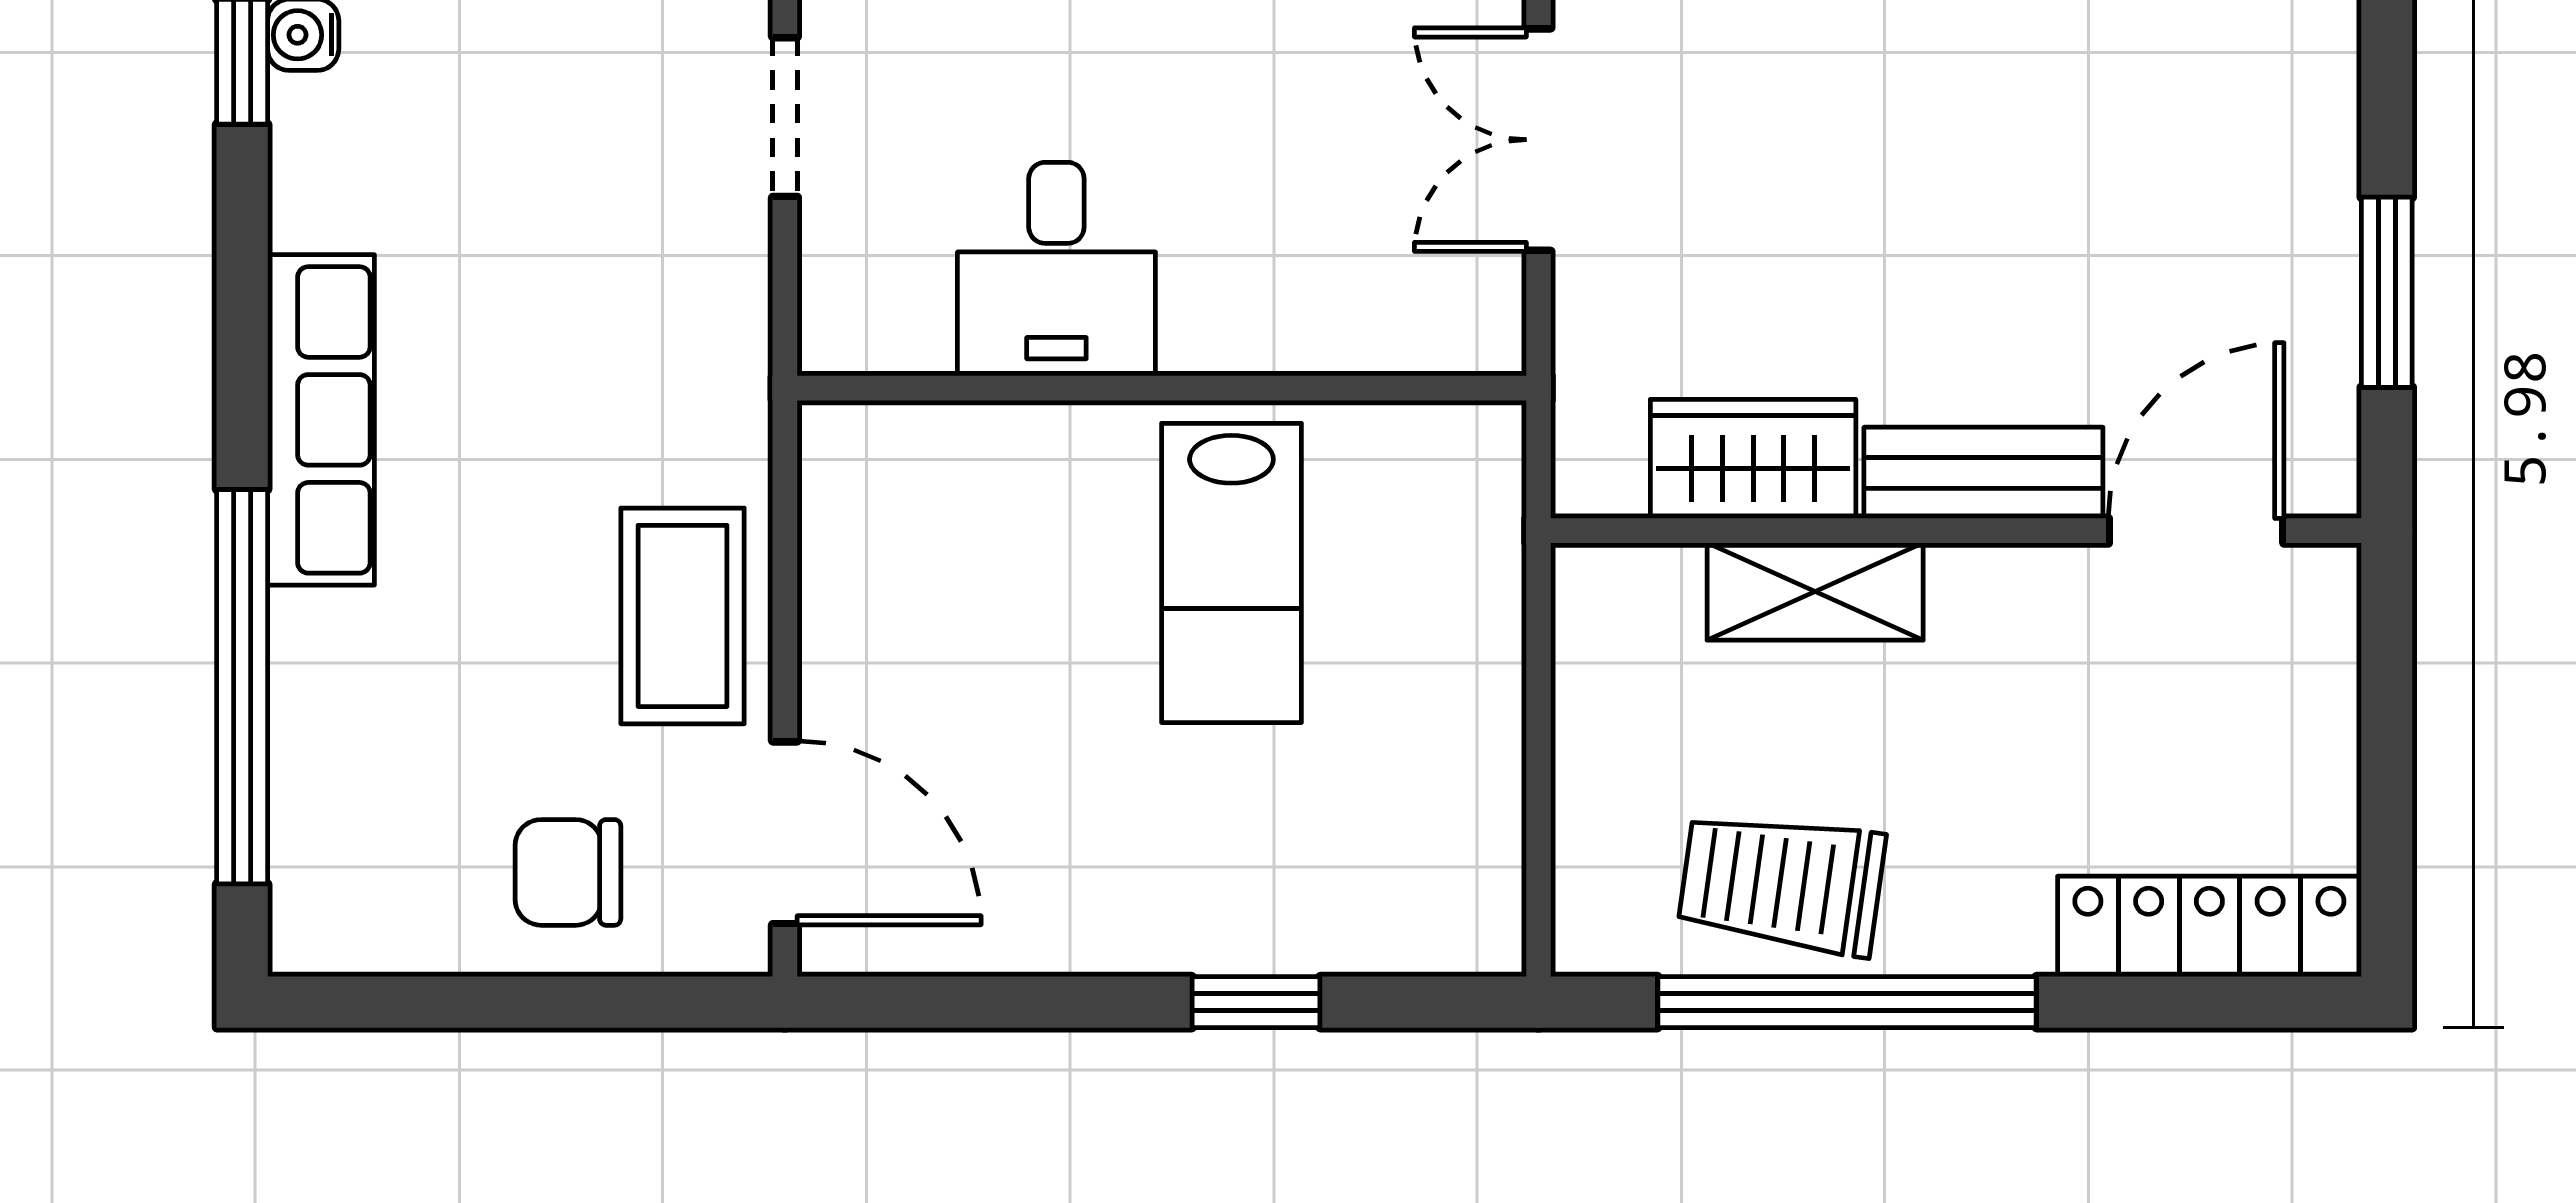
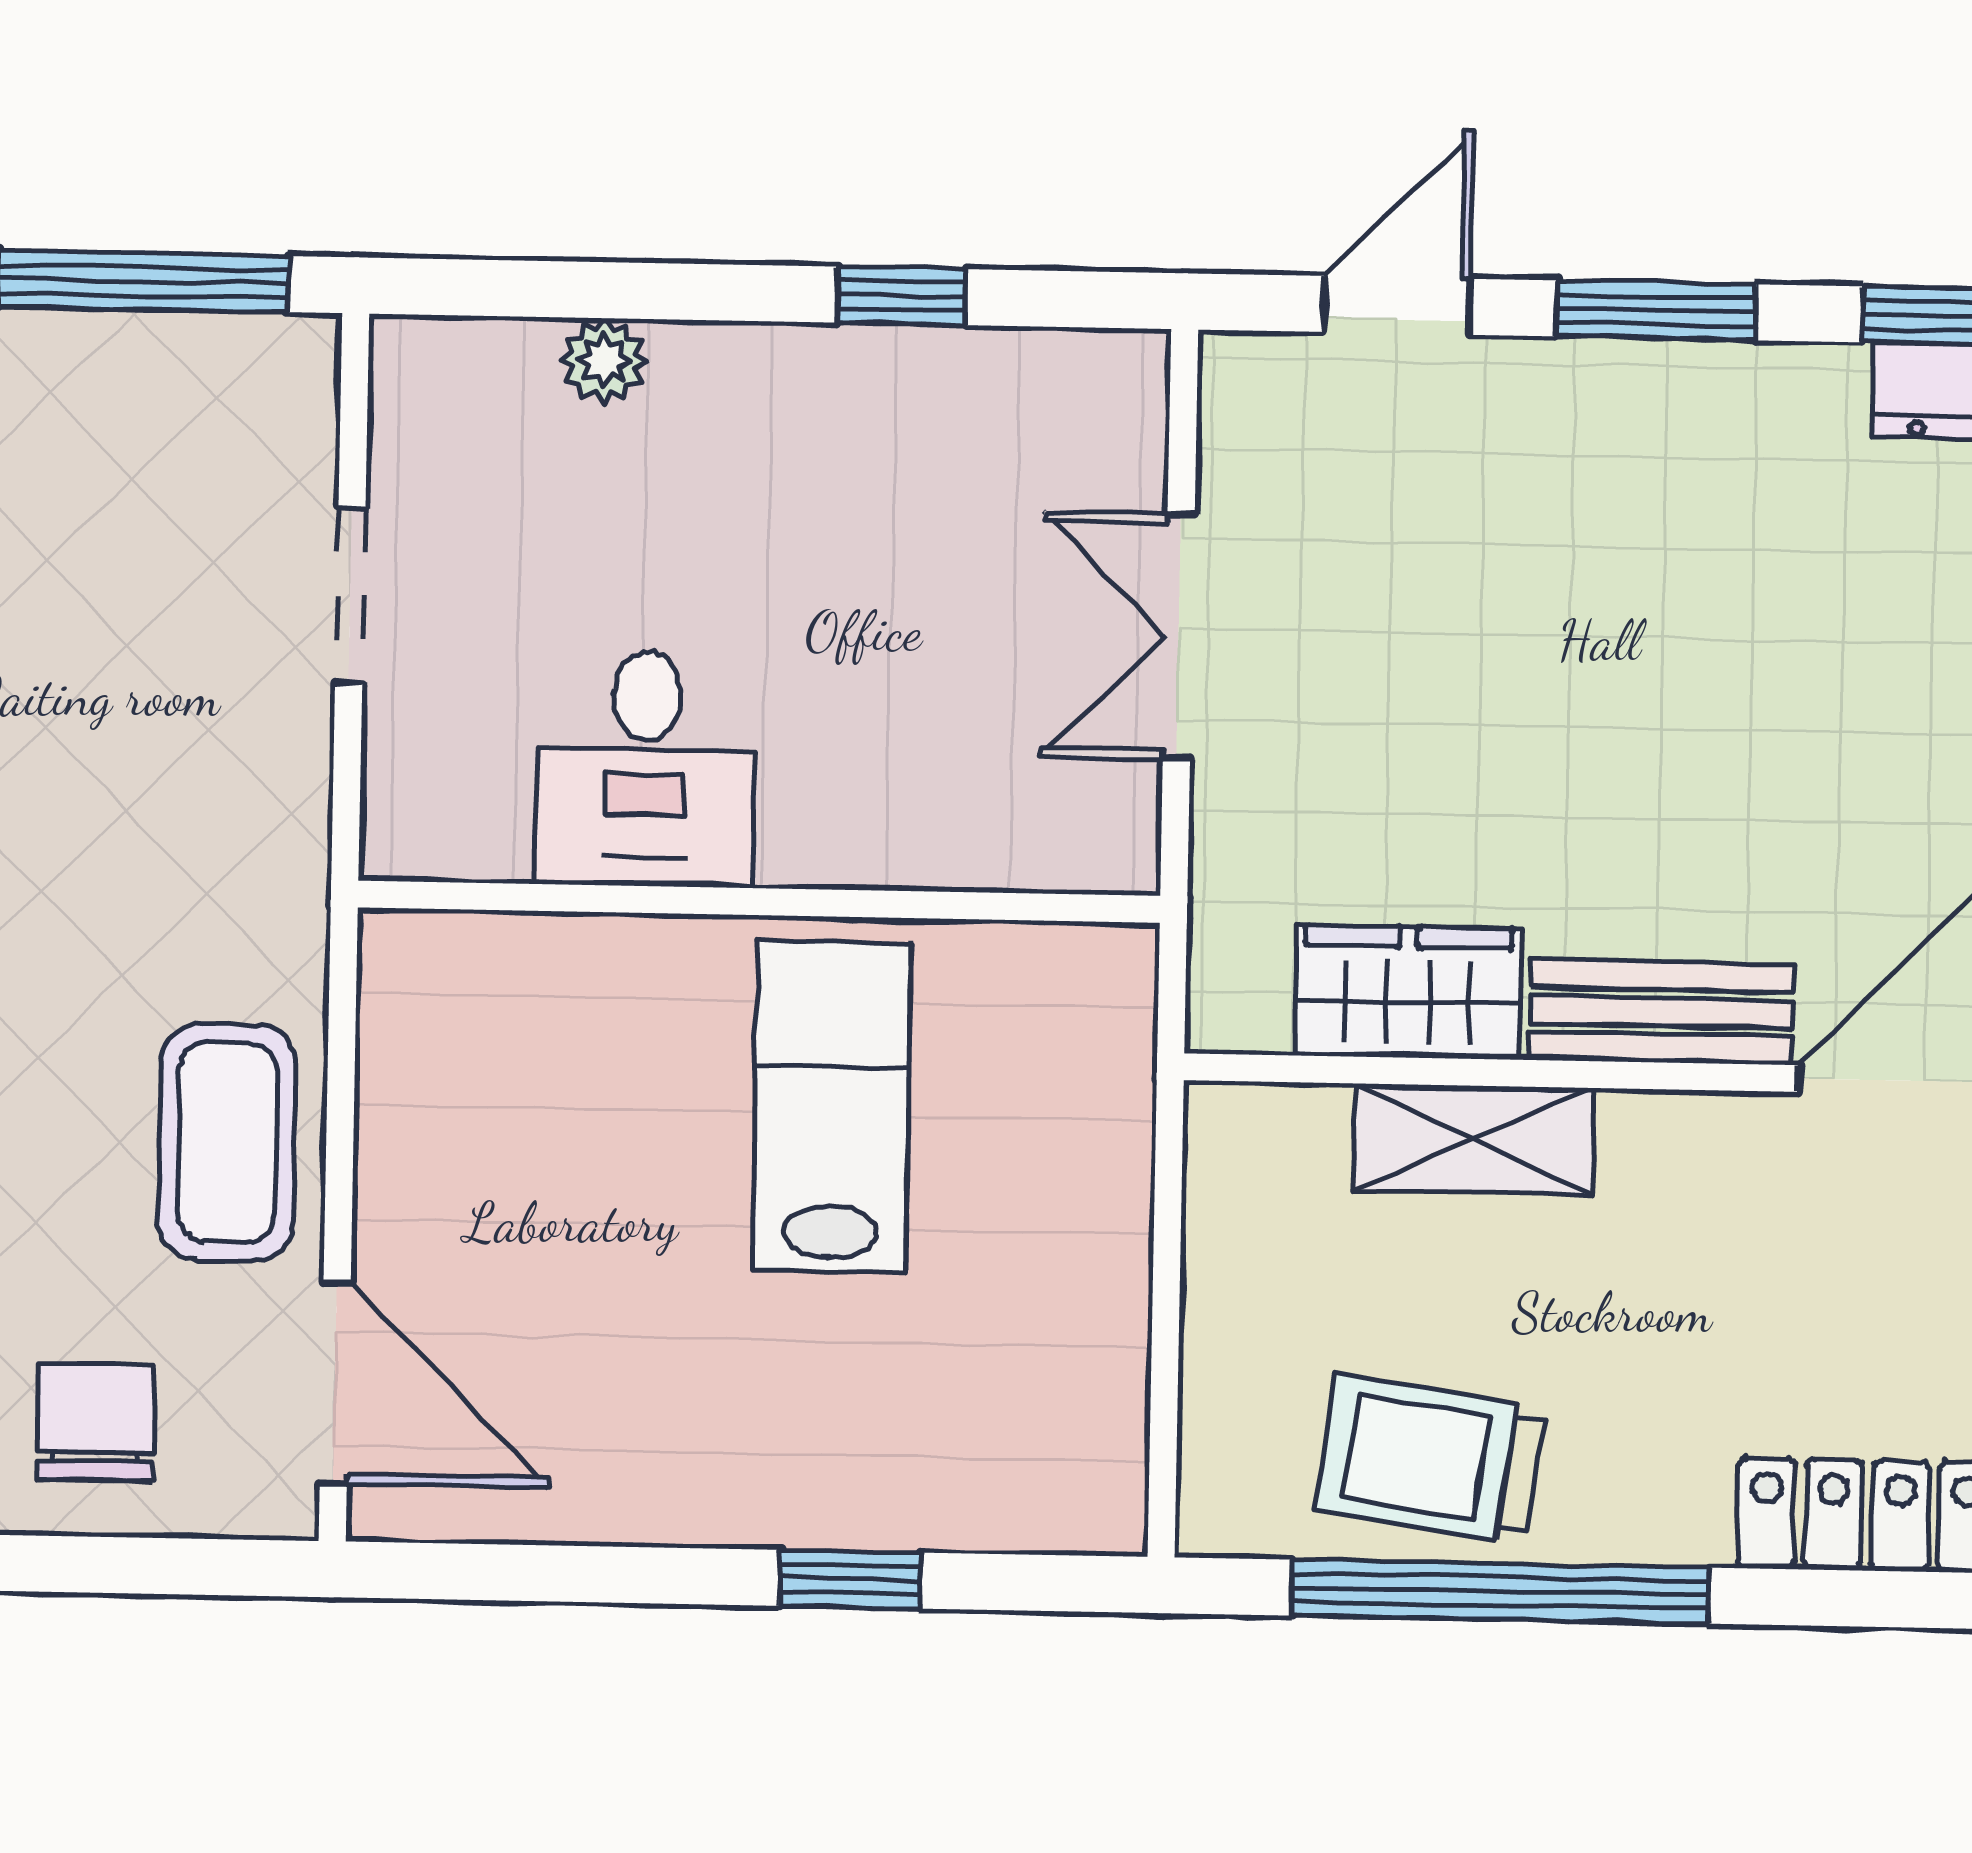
lab bench: (1231, 573) -> (832, 1106), turned 180
chair: (568, 872) -> (96, 1422), turned 90

